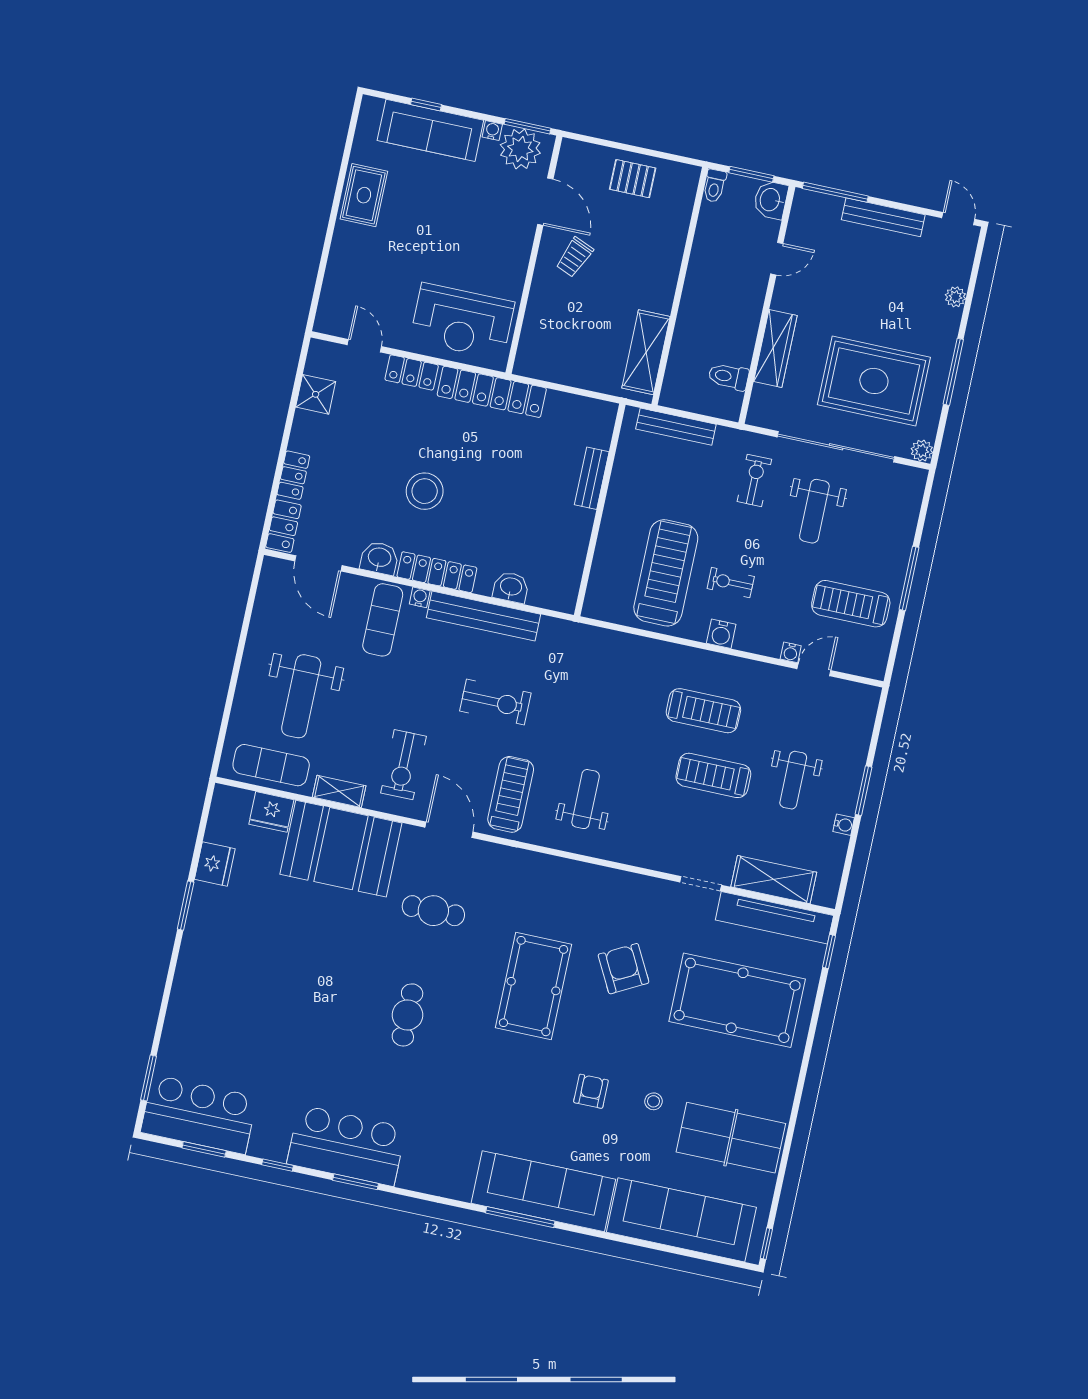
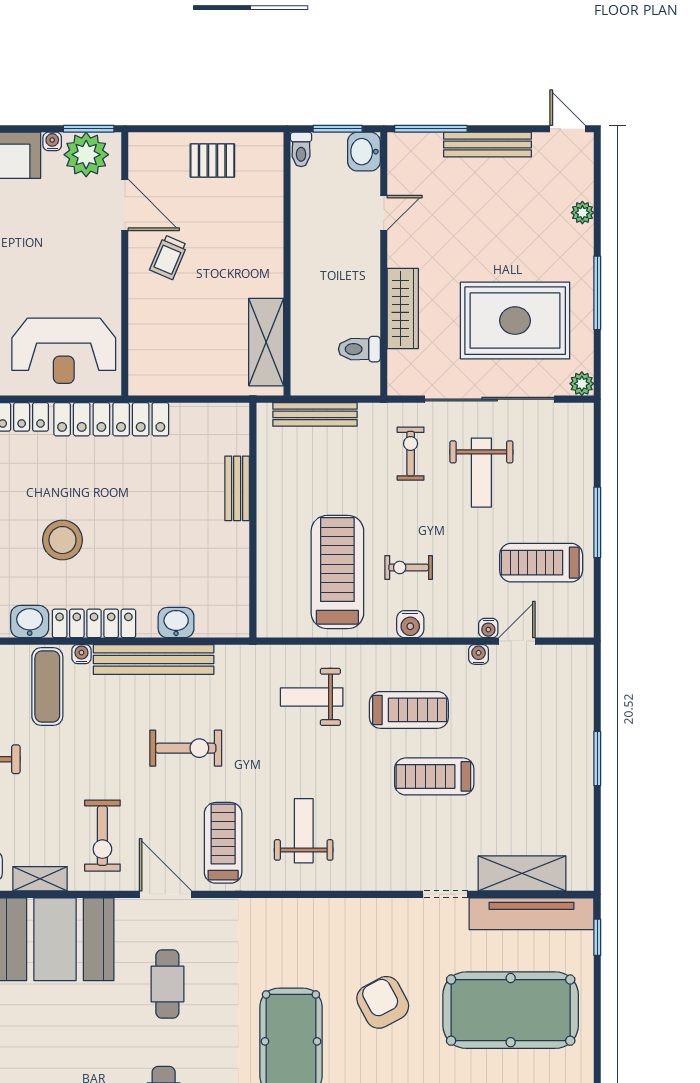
weight bench: (793, 780) -> (312, 697), moved, turned 90
water cooler: (844, 825) -> (479, 654), moved, turned -90
cafe table: (433, 911) -> (167, 984), turned 90

